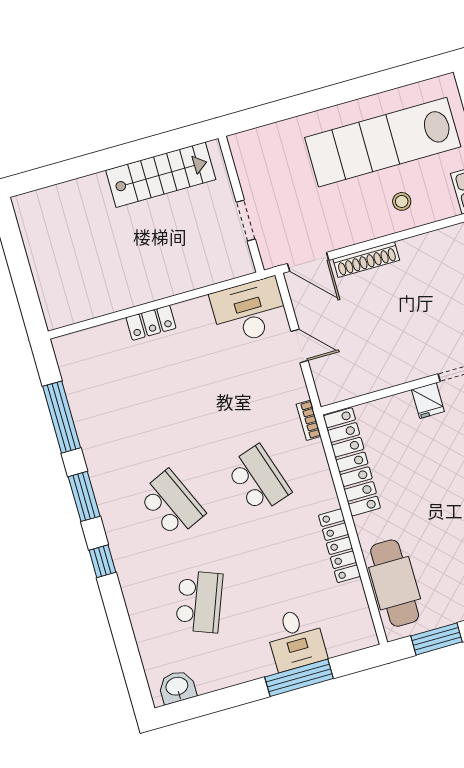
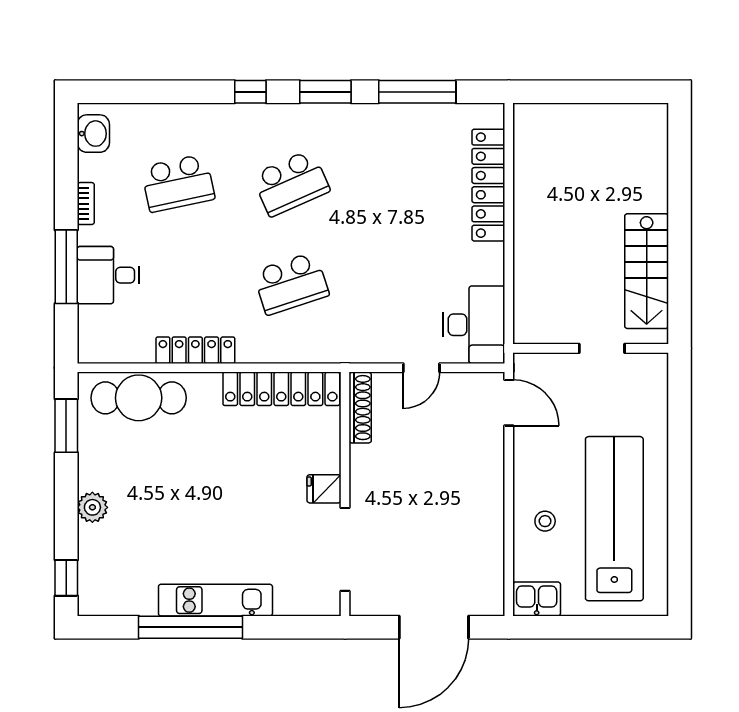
doorway: (246, 220) -> (602, 348), moved
shoe rack: (366, 260) -> (360, 408), moved, turned 180
door: (308, 262) -> (509, 403), swing flipped
locker: (151, 323) -> (488, 185), width x2.16, depth x1.21
bookcase: (309, 420) -> (86, 204), moved, turned 90
school desk: (199, 602) -> (178, 183), turned -33

